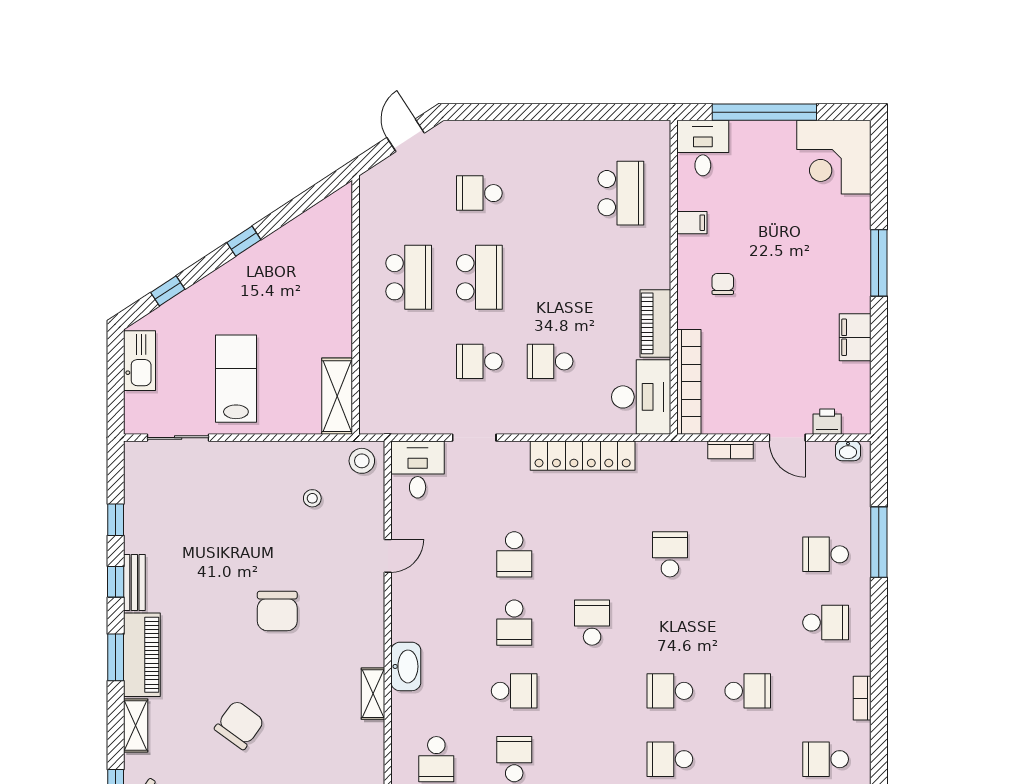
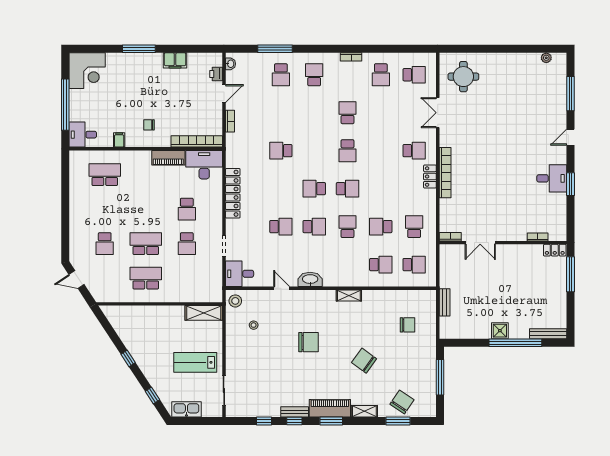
washbasin: (406, 666) -> (310, 279), moved
school desk: (670, 759) -> (347, 189), moved, turned -90

